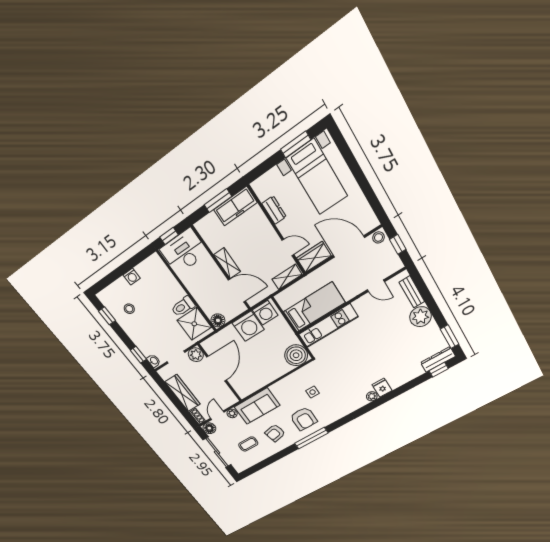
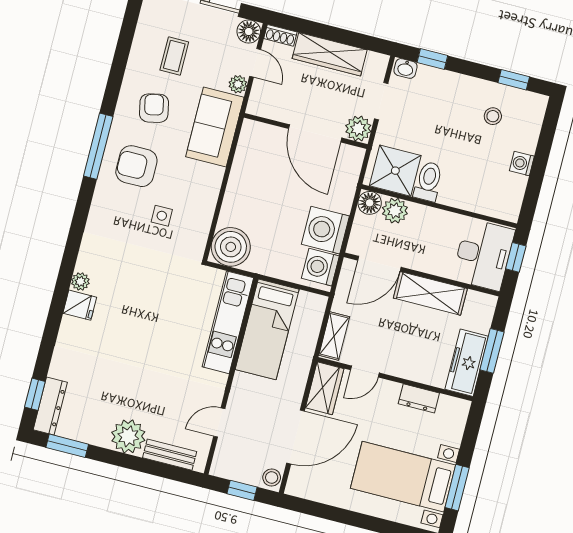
shelving: (227, 263) -> (430, 293), width x1.50, depth x1.33
plant: (209, 307) -> (395, 211), added

